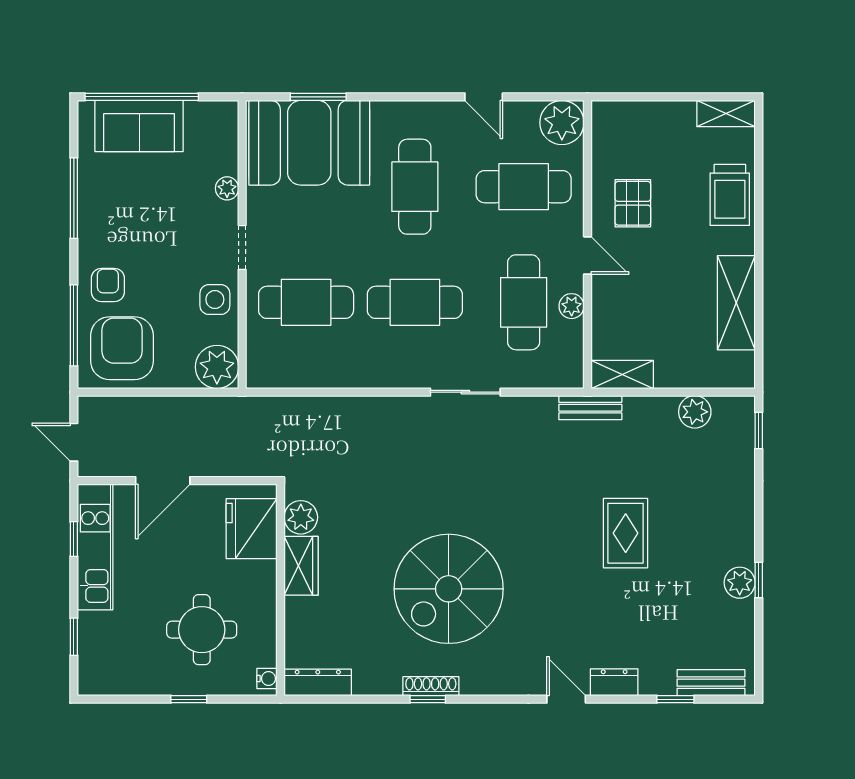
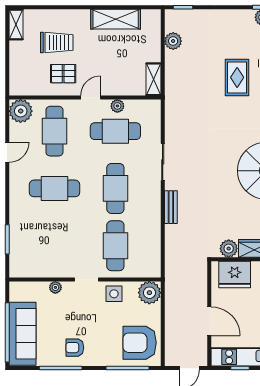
sofa: (139, 126) -> (23, 334), width x1.36
booth: (309, 143) -> (31, 244), removed
trolley: (730, 195) -> (57, 42), moved
armchair: (108, 285) -> (75, 348), moved
bench: (590, 408) -> (171, 207), moved
rug: (626, 533) -> (237, 77), turned 90

